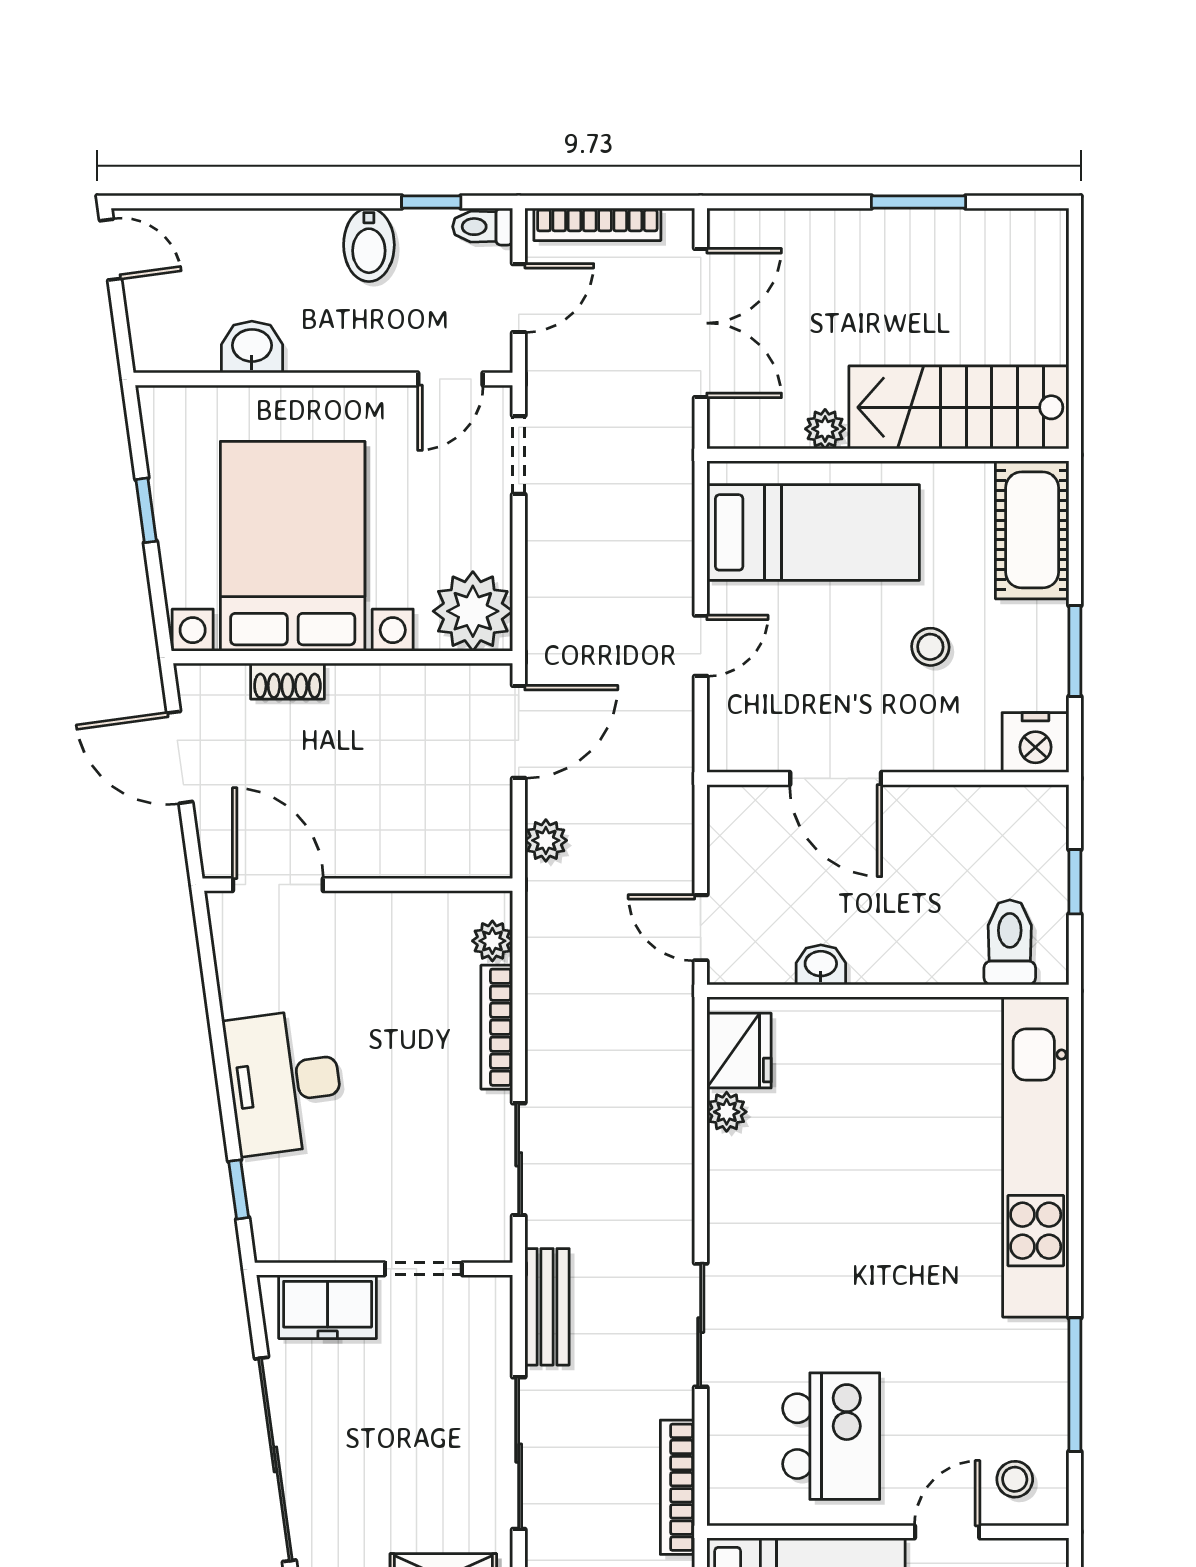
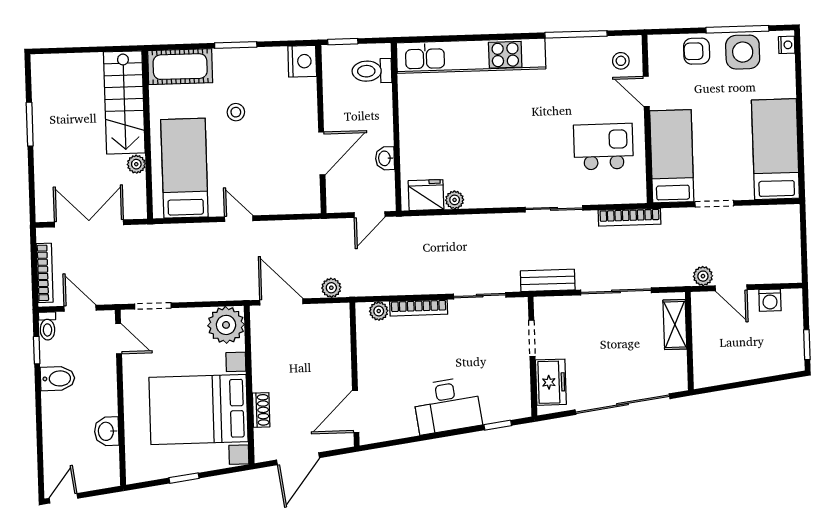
nightstand: (1035, 742) -> (302, 61), moved
door: (836, 778) -> (322, 153), moved
wall: (888, 778) -> (321, 129), moved

